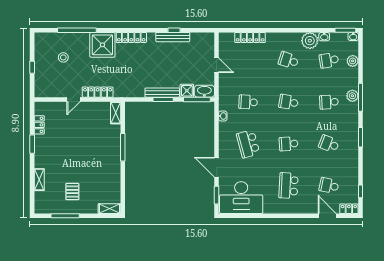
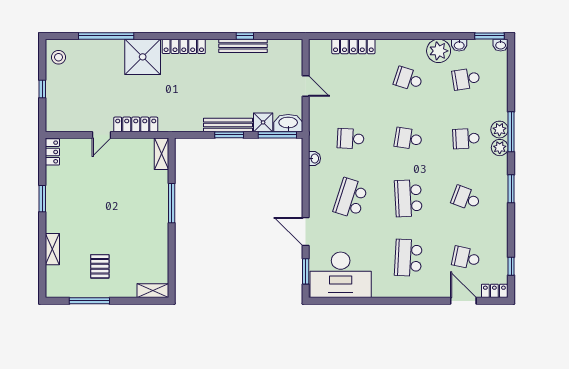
stool: (63, 57) -> (59, 57), moved
plant: (353, 61) -> (500, 148), moved
locker: (39, 125) -> (52, 152), moved
school desk: (248, 144) -> (351, 198), turned 33
school desk: (289, 144) -> (408, 198), width x1.85

